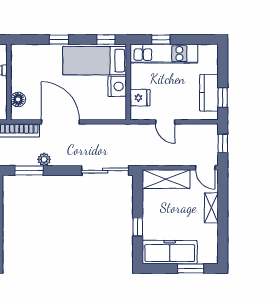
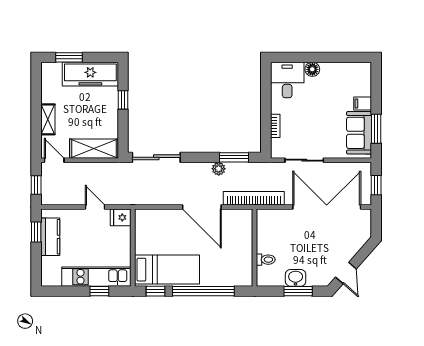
window: (59, 40) -> (203, 291), width x3.17
nightstand: (117, 86) -> (144, 243), removed
fridge: (140, 98) -> (121, 217), moved
floor lamp: (18, 99) -> (245, 230), removed

